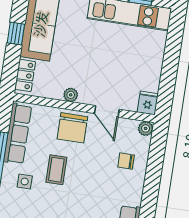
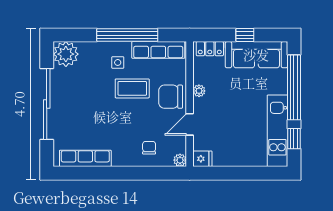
coffee table: (56, 170) -> (132, 88), width x1.36, depth x1.30

